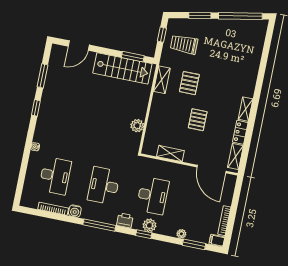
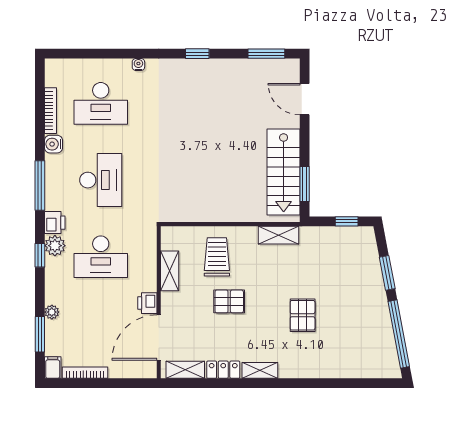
trolley: (184, 44) -> (217, 257), moved
window: (42, 76) -> (266, 54), moved
pallet: (189, 83) -> (303, 315), moved, turned 90
plant: (137, 126) -> (202, 212), removed
printer: (188, 172) -> (147, 303), added
desk: (104, 186) -> (101, 180), turned 90
plant: (149, 225) -> (55, 246), moved

